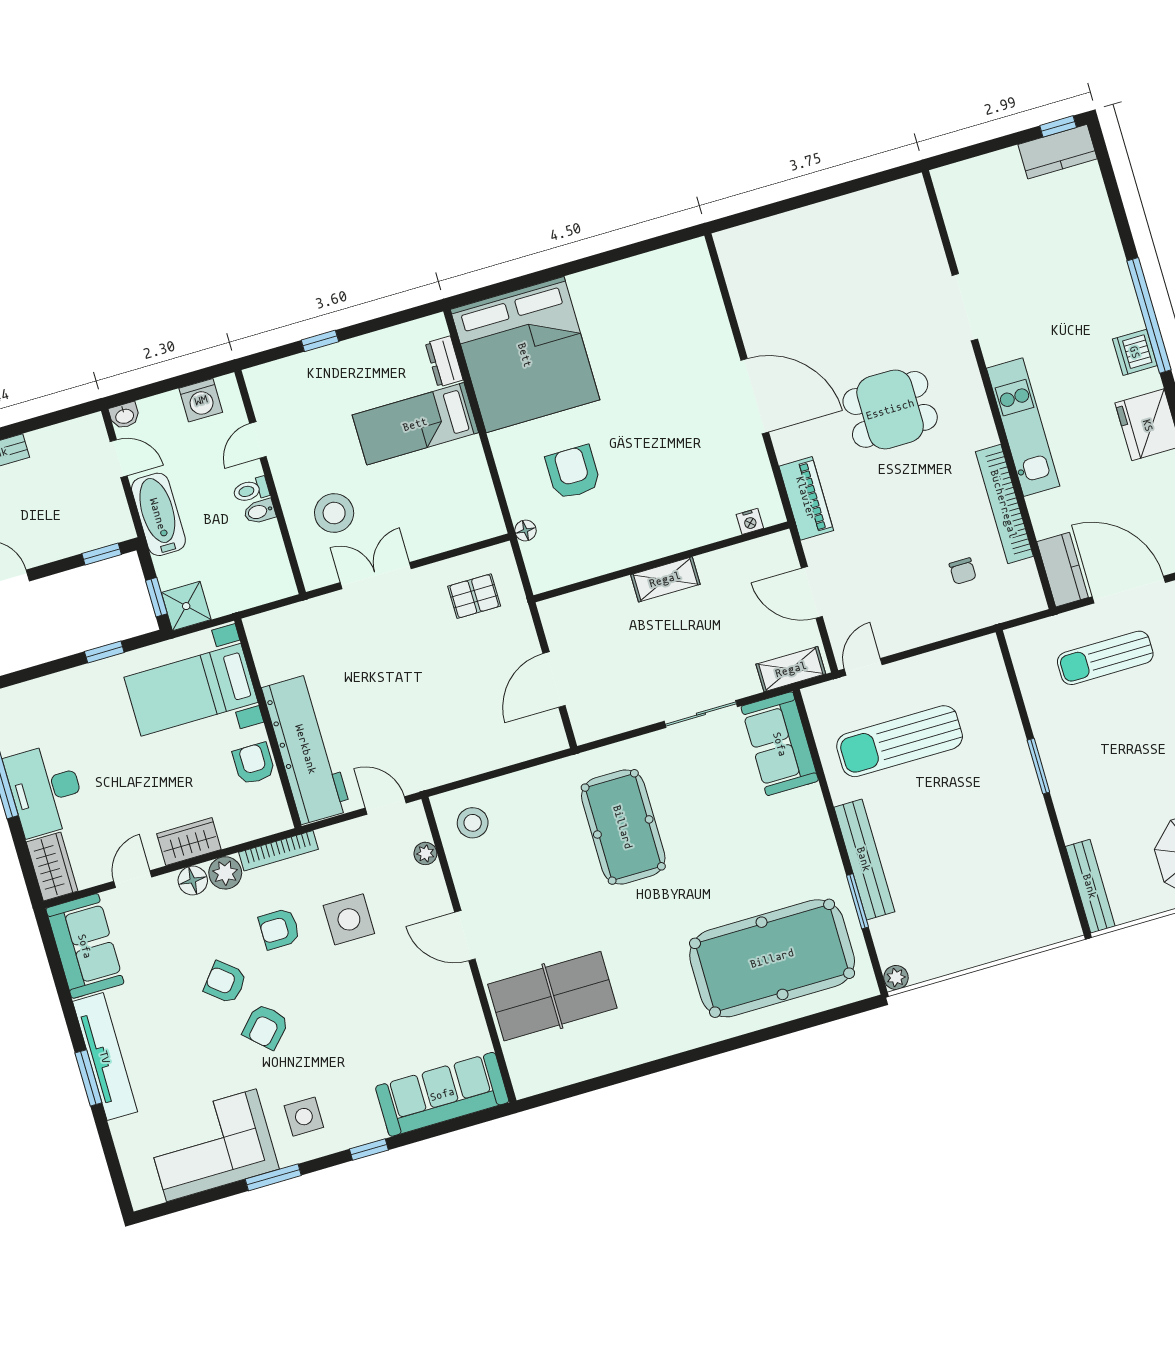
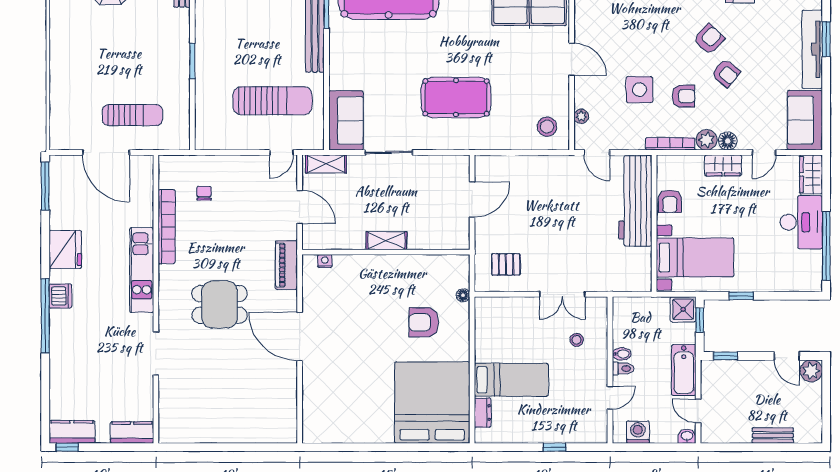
armchair: (573, 472) -> (424, 322), turned 90
stool: (334, 513) -> (577, 340), width x0.53, depth x0.53
kitchen counter: (1063, 570) -> (132, 433), moved, turned 90
pool table: (623, 827) -> (456, 97), turned 90

